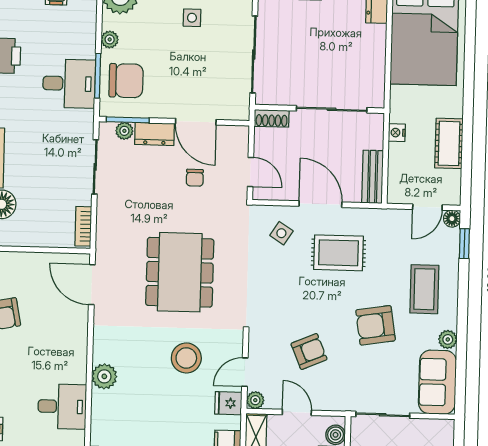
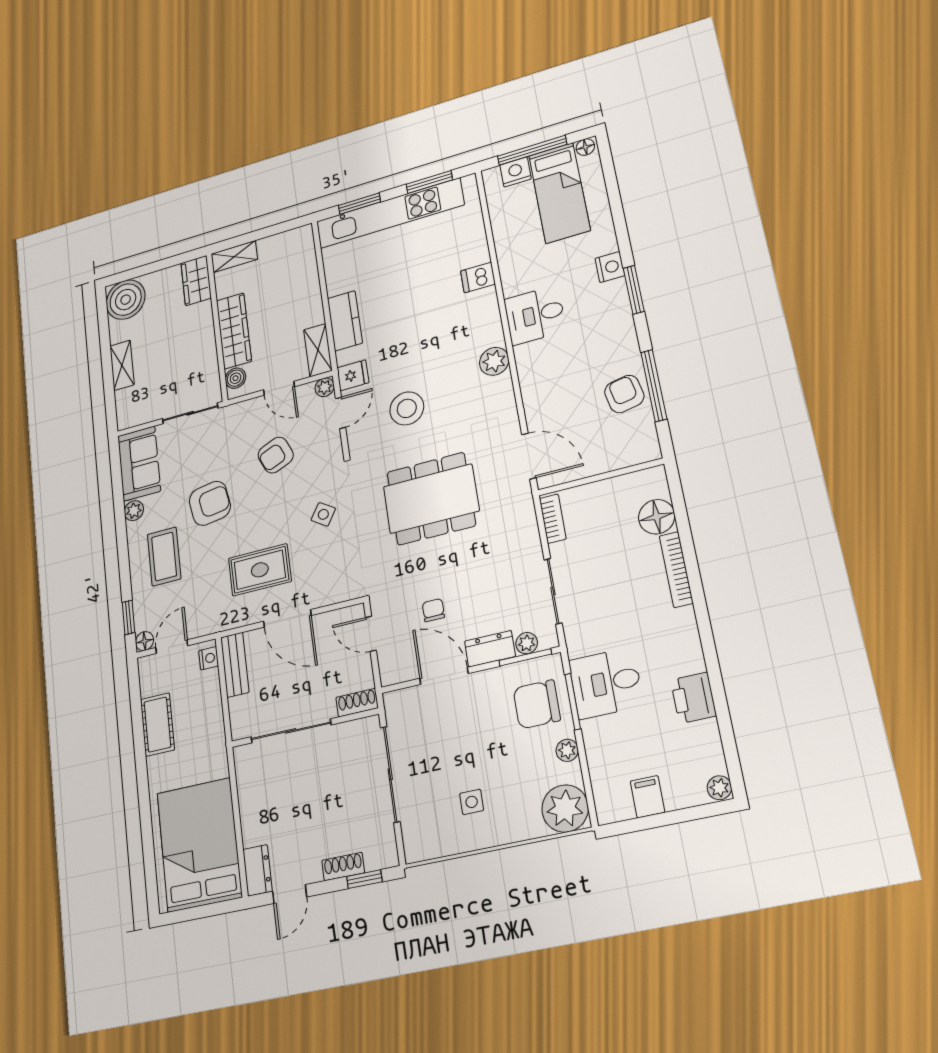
nightstand: (397, 133) -> (209, 658), moved
side table: (281, 233) -> (323, 514), moved
dining table: (180, 272) -> (431, 499), turned 90

